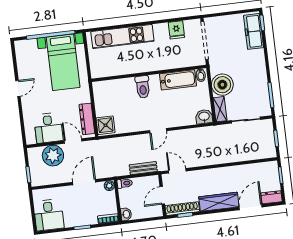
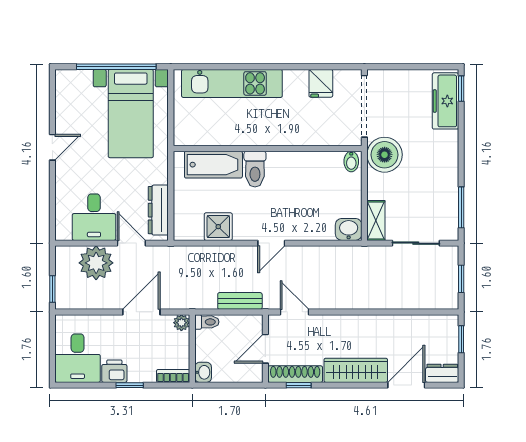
bathtub: (178, 80) -> (213, 165), moved
boiler: (222, 85) -> (385, 155), moved
shower: (106, 125) -> (218, 227), moved
printer: (72, 220) -> (114, 371), added

